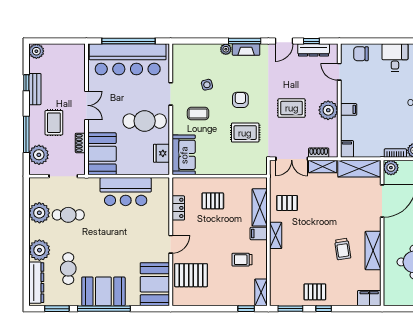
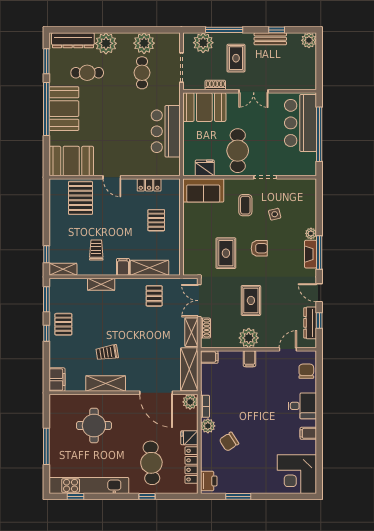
bar counter: (128, 59) -> (301, 123), width x0.73
rug: (54, 123) -> (236, 58), turned 90
shelving: (276, 235) -> (101, 284), moved

